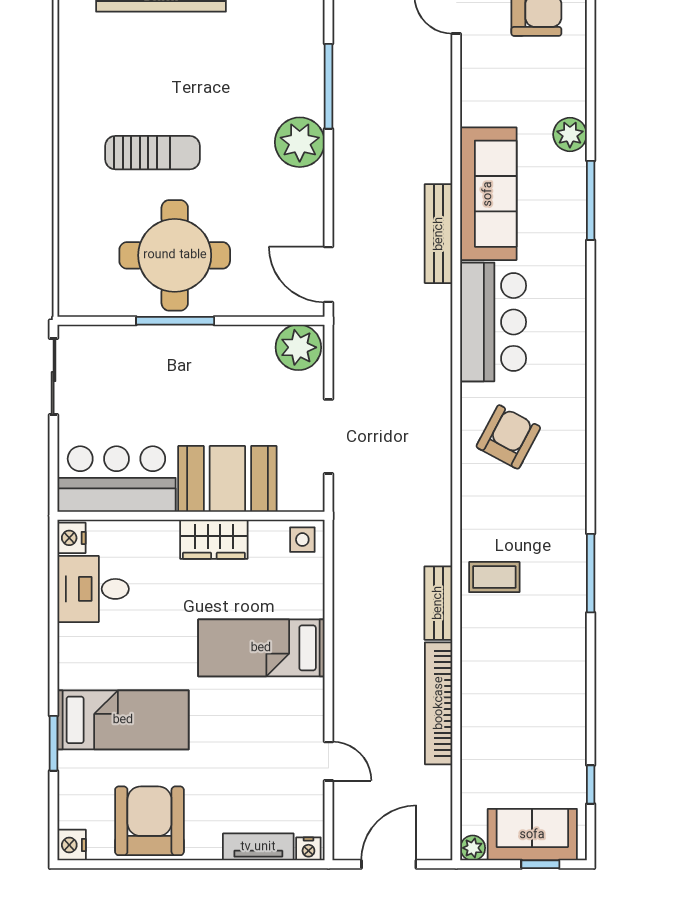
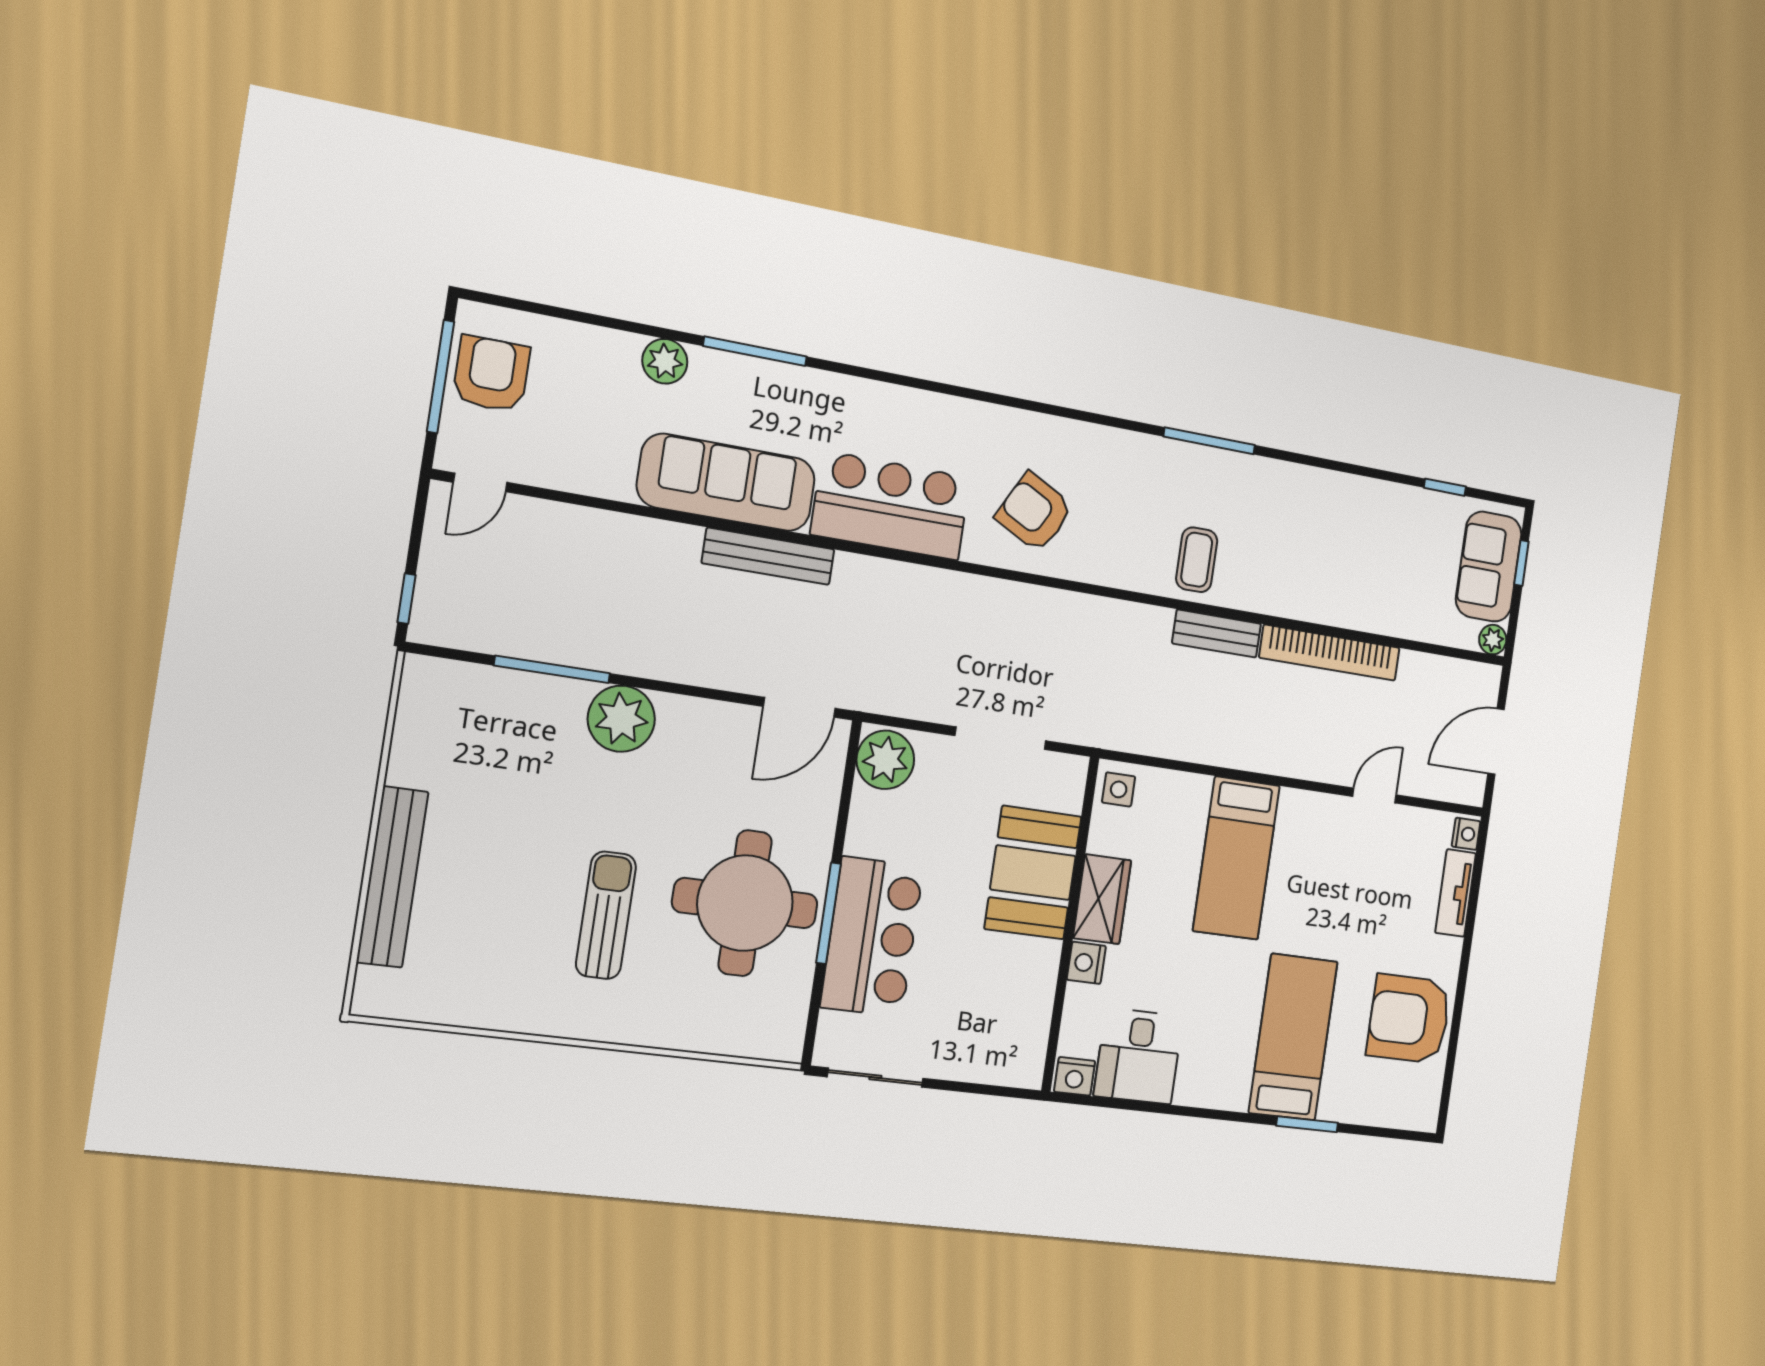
bar counter: (116, 479) -> (872, 937), moved, turned 180
nightstand: (72, 845) -> (1086, 963), moved, turned 90
door: (389, 864) -> (1496, 742), hinge flipped

